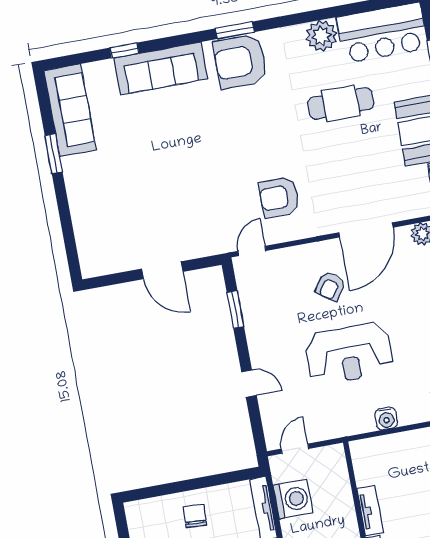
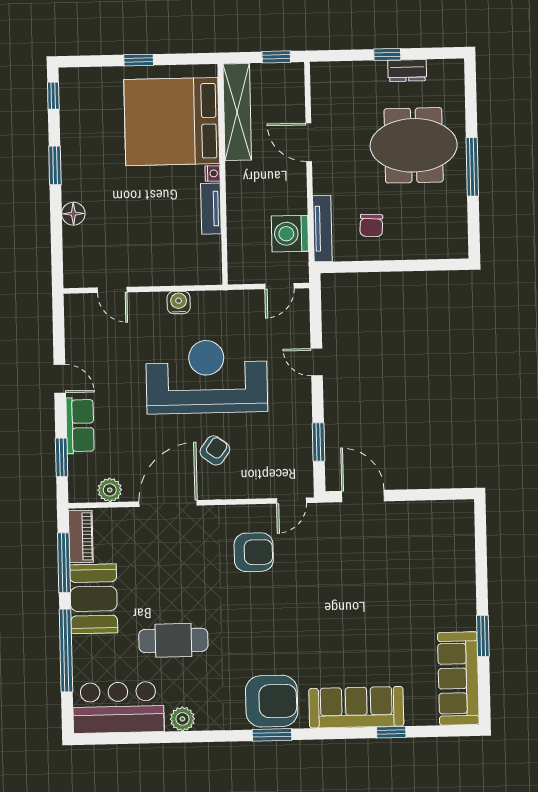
plant: (321, 36) -> (182, 719), width x0.73, depth x0.73
door: (162, 270) -> (363, 496), moved
reception desk: (349, 354) -> (207, 377), width x1.36, depth x1.30
chair: (195, 516) -> (371, 225), moved

